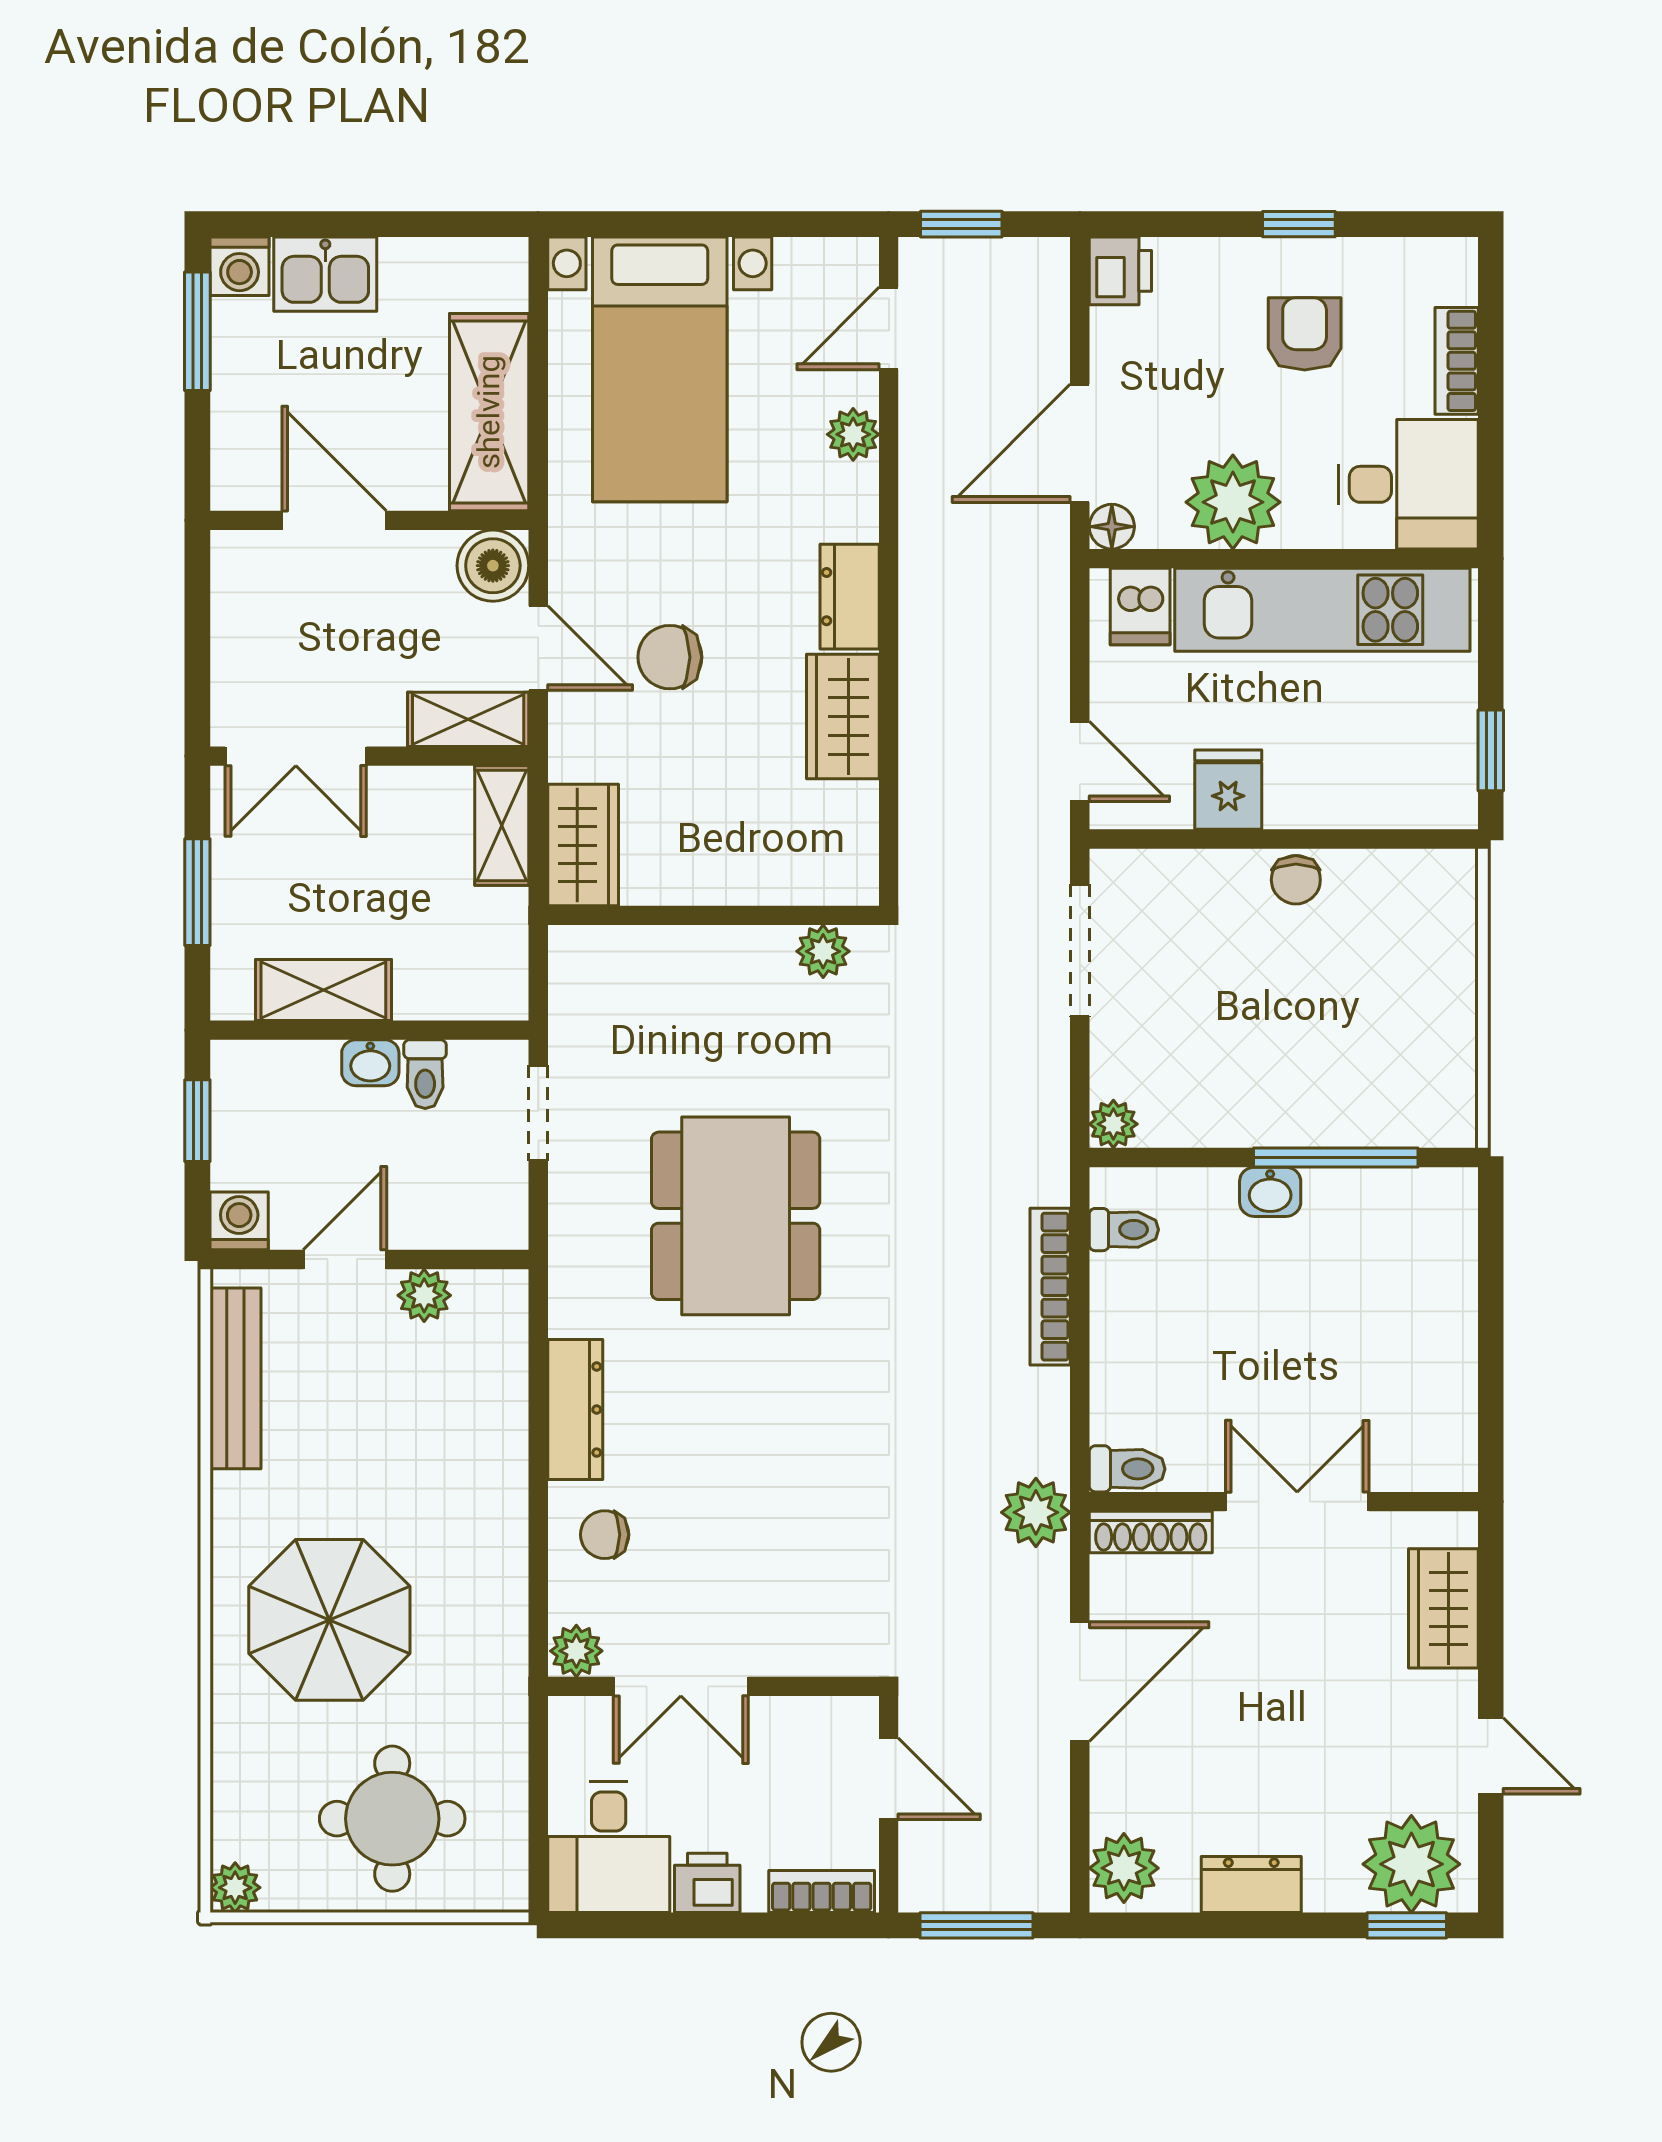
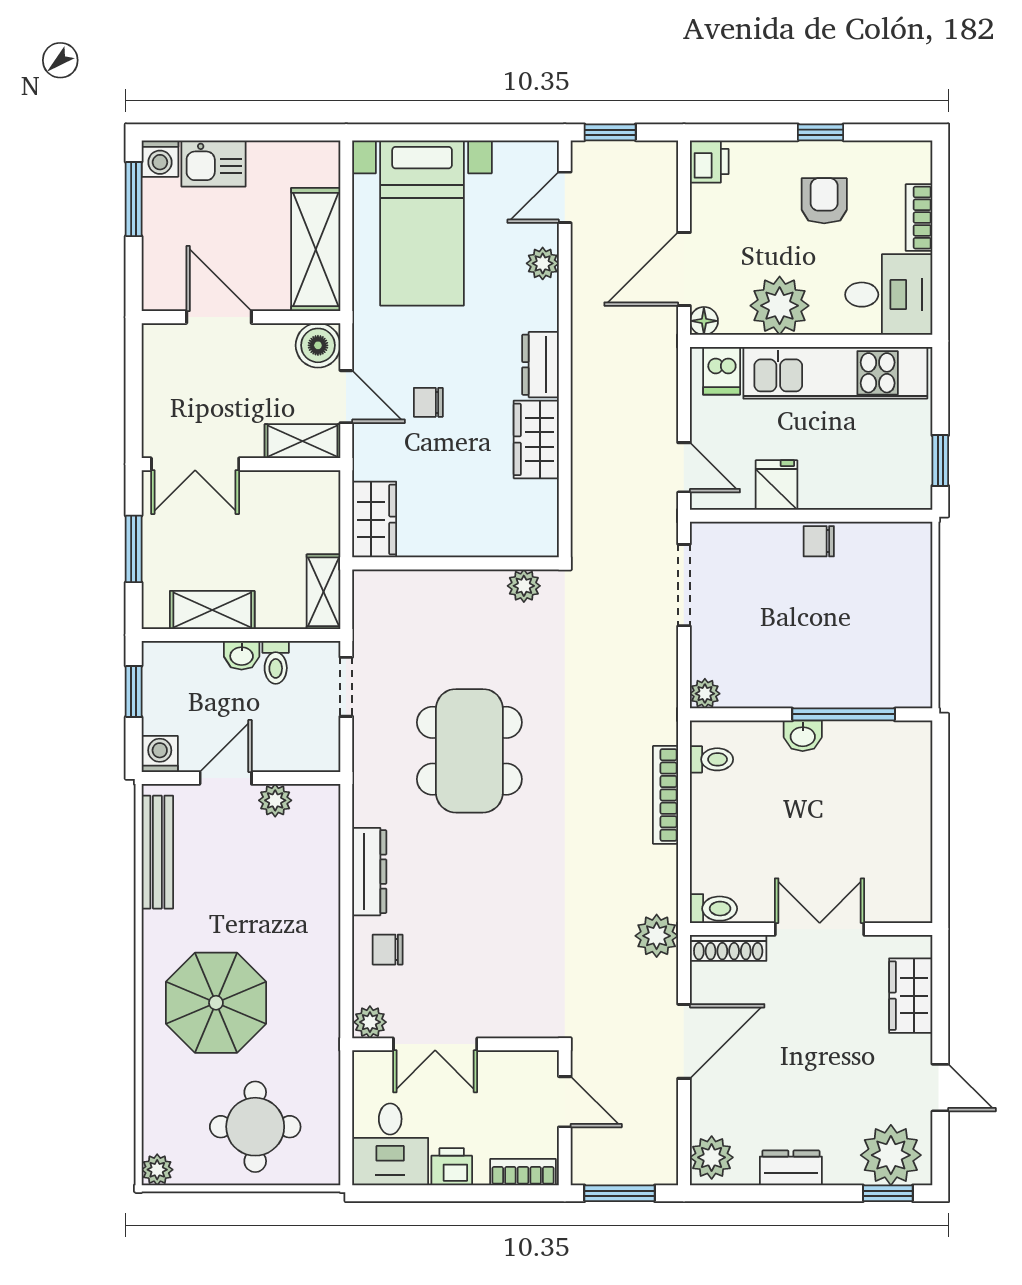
chair: (670, 657) -> (428, 402), width x0.73, depth x0.73
shelving: (502, 826) -> (323, 592), moved
chair: (1296, 880) -> (819, 541), turned 90

